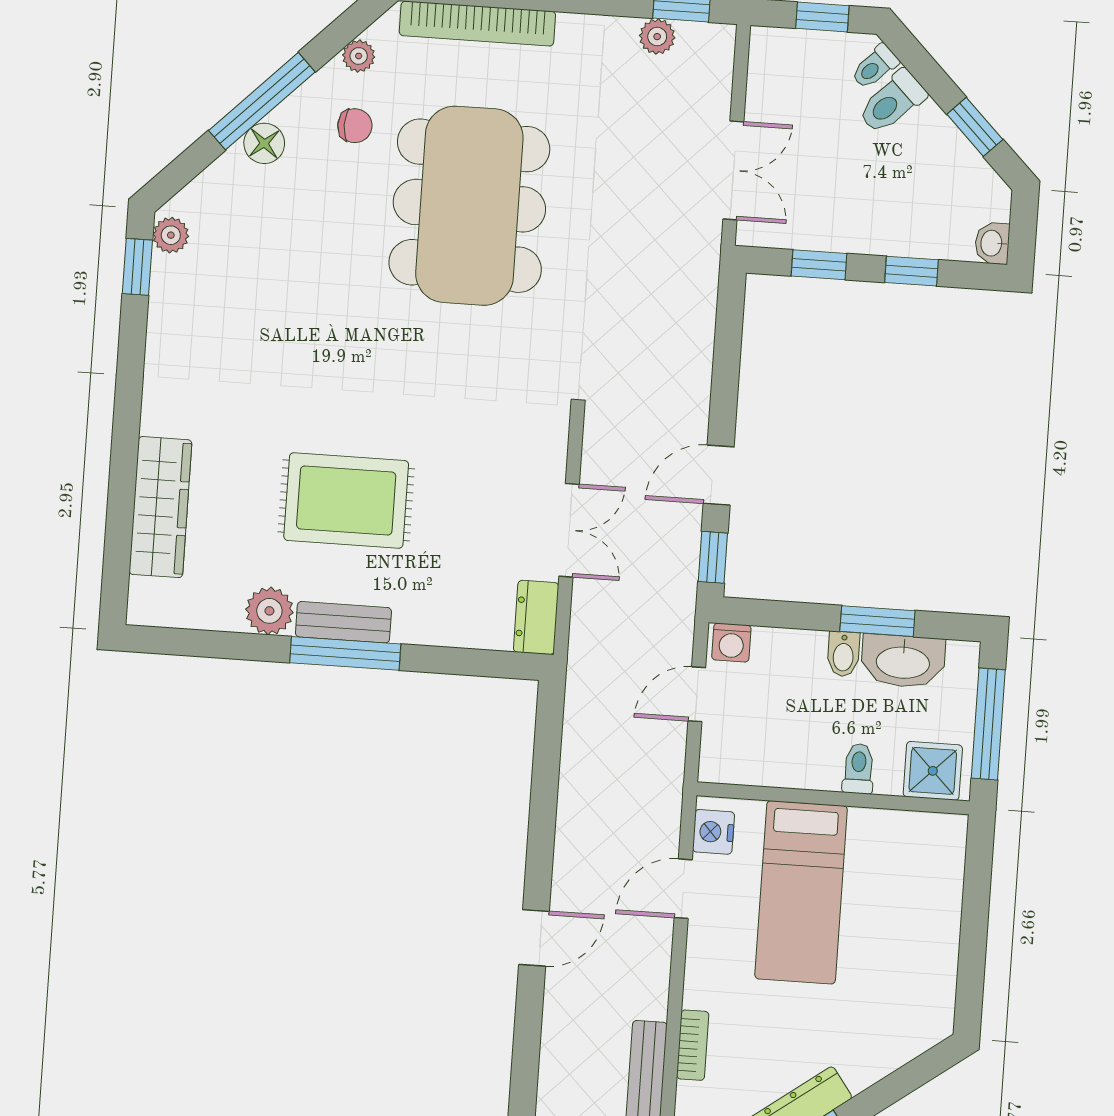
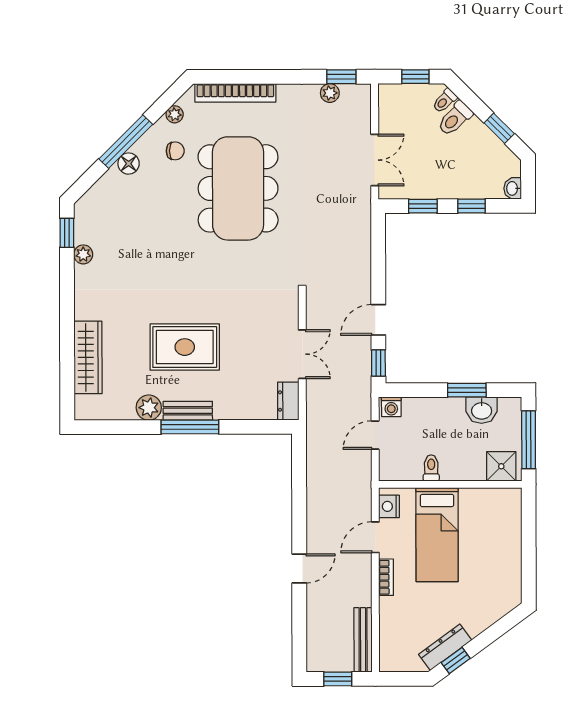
plant: (171, 235) -> (83, 254), moved
bidet: (843, 654) -> (450, 409), removed
washbasin: (903, 661) -> (482, 410), width x0.72
toilet: (858, 769) -> (431, 468), moved
bookcase: (693, 1045) -> (386, 577), moved

